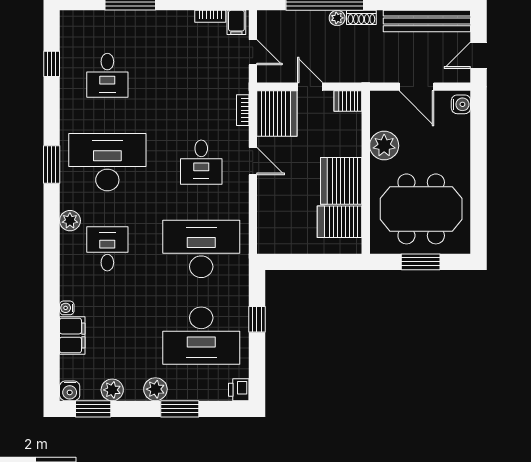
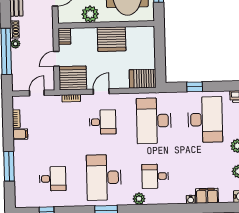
filing cabinet: (236, 22) -> (20, 134), moved
server rack: (340, 222) -> (143, 79), moved, turned 90

